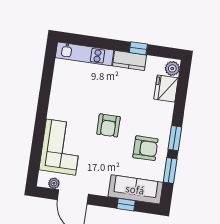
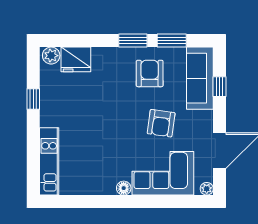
kitchen counter: (130, 60) -> (49, 107), removed
floor lamp: (53, 113) -> (124, 188), added
armchair: (108, 125) -> (161, 123), moved, turned 98
plant: (54, 183) -> (207, 189), moved

